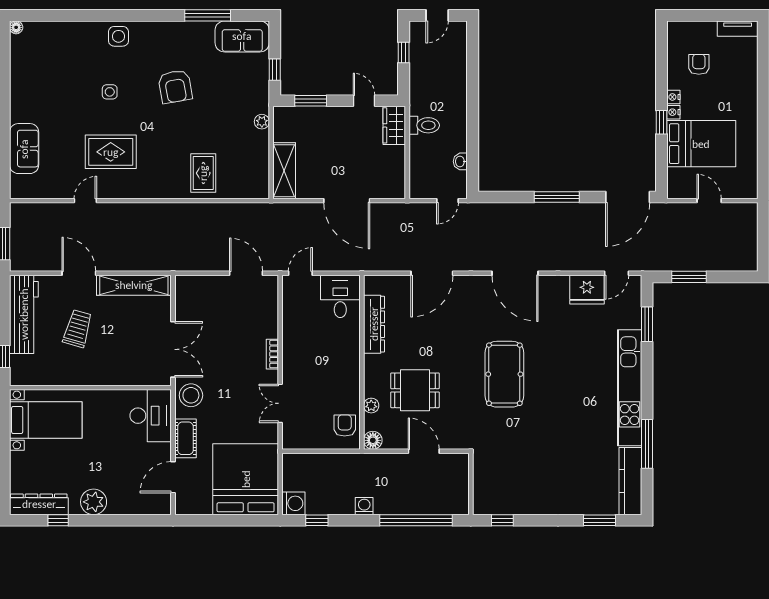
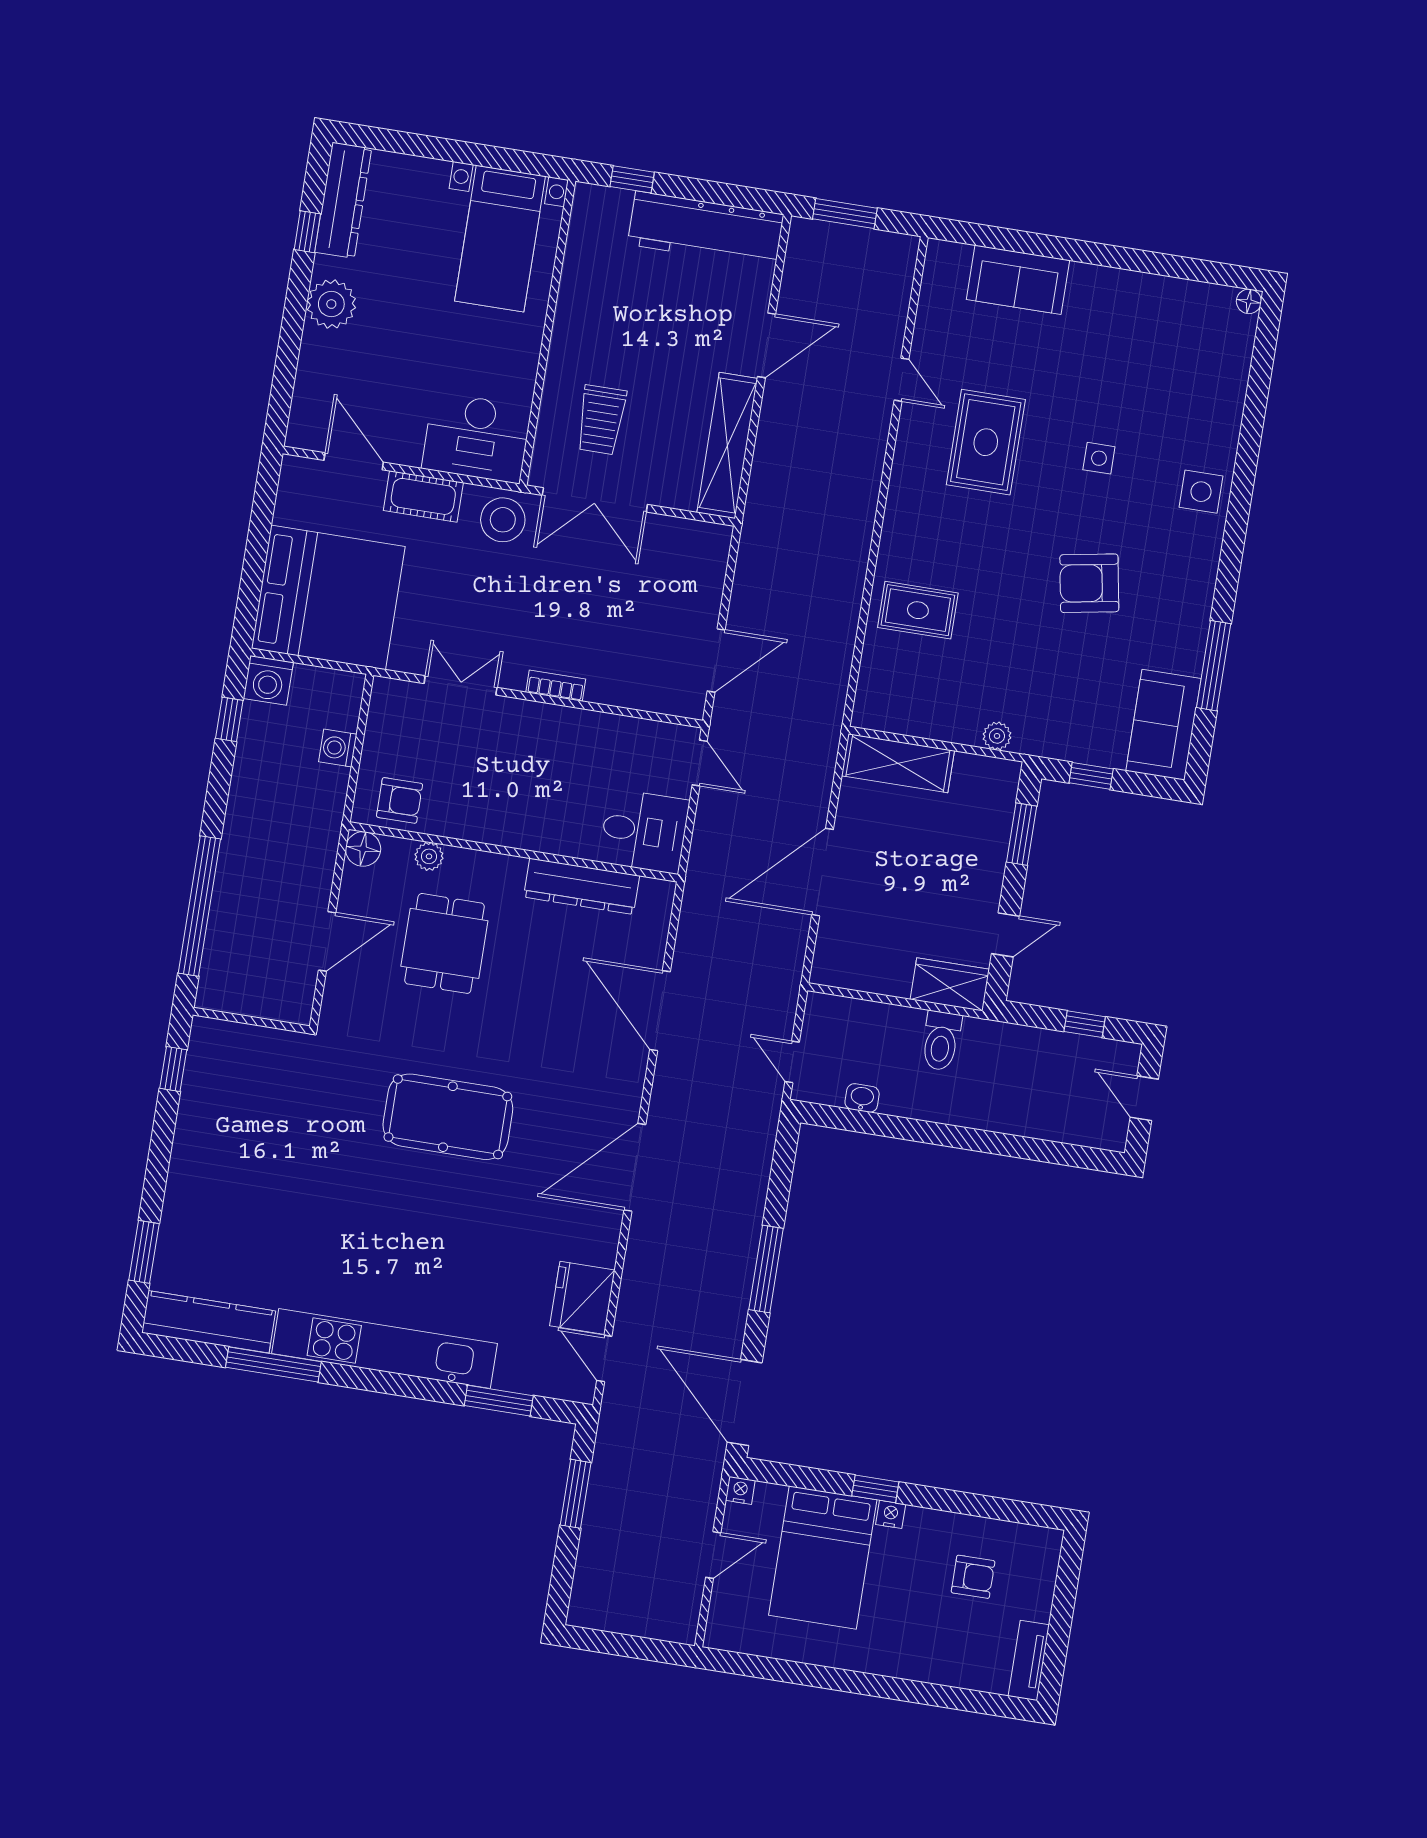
nightstand: (673, 97) -> (740, 1490), moved
trolley: (78, 329) -> (601, 420), moved, turned 74
washing machine: (364, 506) -> (338, 748), moved, turned 180

